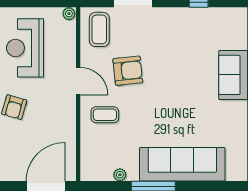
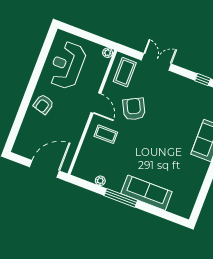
armchair: (128, 71) -> (134, 109), turned -111
sofa: (182, 164) -> (146, 193), width x0.74, depth x0.79

